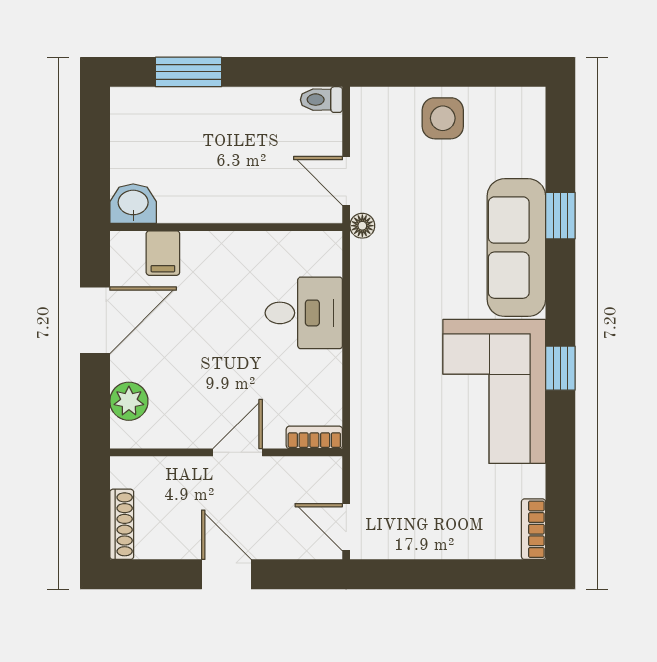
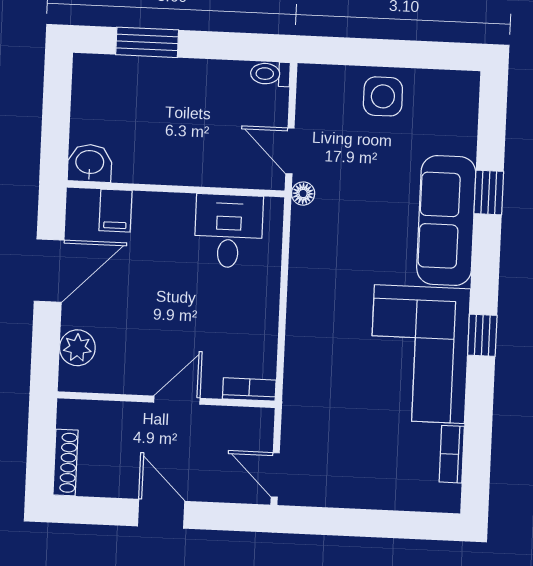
desk: (304, 313) -> (229, 231), moved, turned -90
bookcase: (534, 529) -> (452, 454), moved

